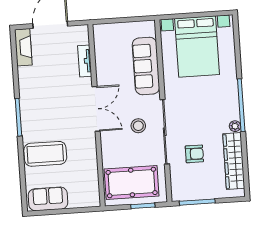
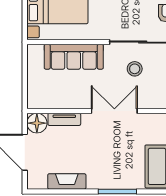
floor lamp: (79, 35) -> (37, 123), added
fireplace: (23, 47) -> (67, 181), moved

